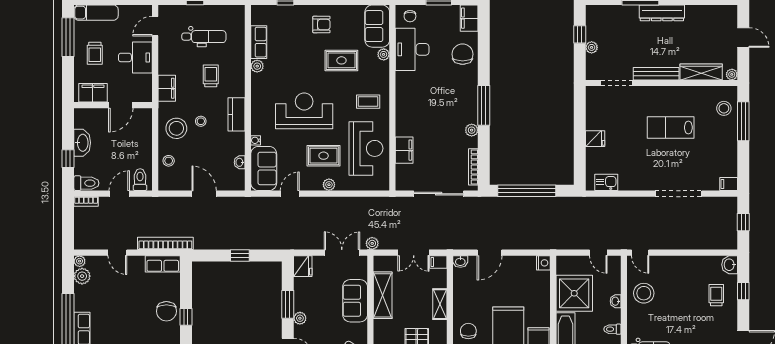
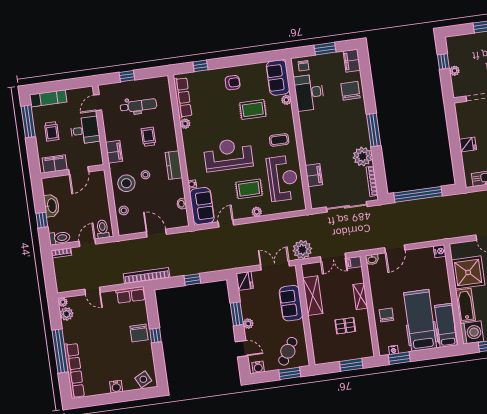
row of seats: (259, 42) -> (183, 97), width x1.48
plant: (472, 130) -> (363, 157), width x1.88, depth x1.88
bookcase: (165, 243) -> (147, 276), moved
plant: (372, 243) -> (302, 250), width x1.88, depth x1.88

